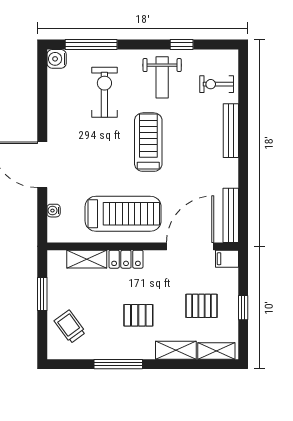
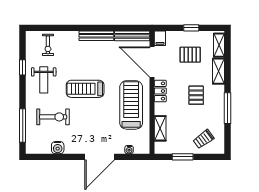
water cooler: (57, 59) -> (58, 148), moved
weight bench: (162, 77) -> (44, 80), turned 90
exercise bike: (104, 92) -> (53, 117), turned 180
bench: (231, 131) -> (96, 36), moved
locker: (126, 259) -> (160, 91), moved
pallet: (201, 306) -> (190, 55), turned 90

